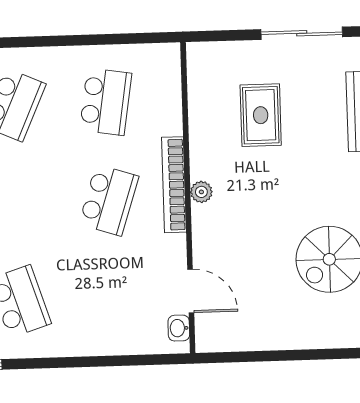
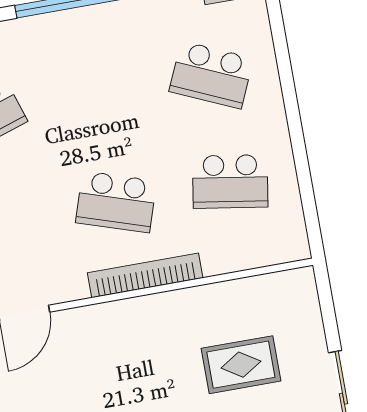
plant: (201, 192) -> (141, 309), removed

